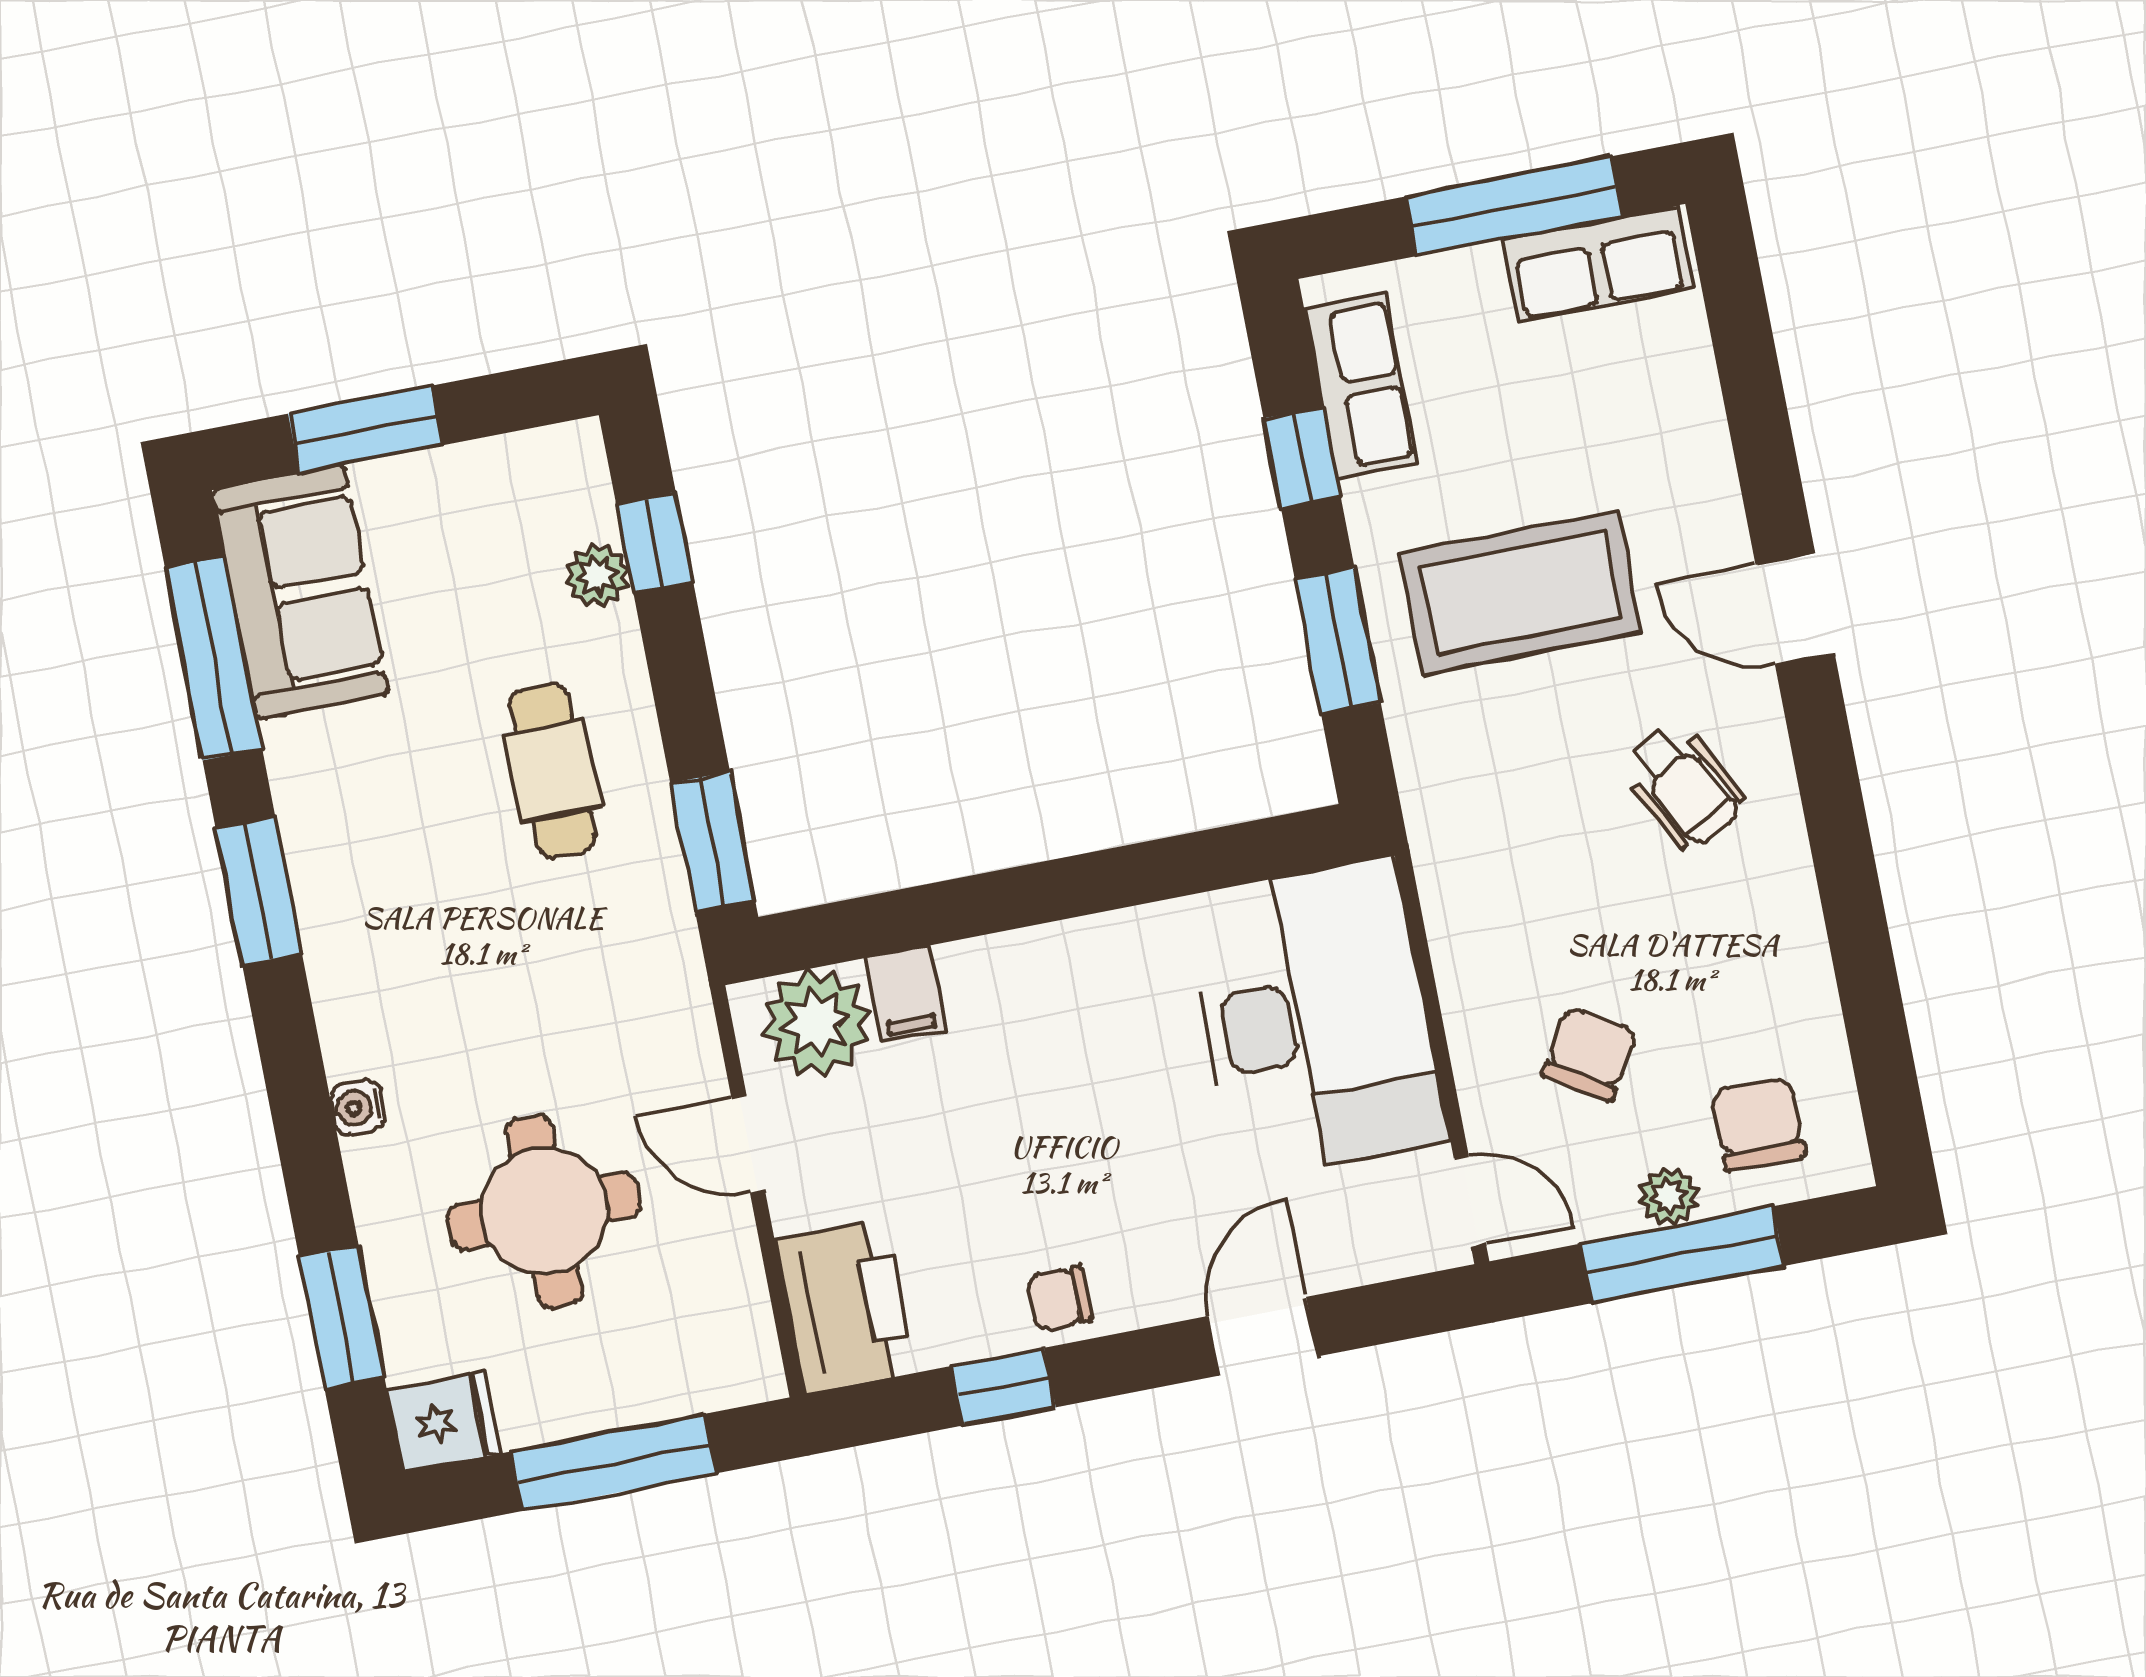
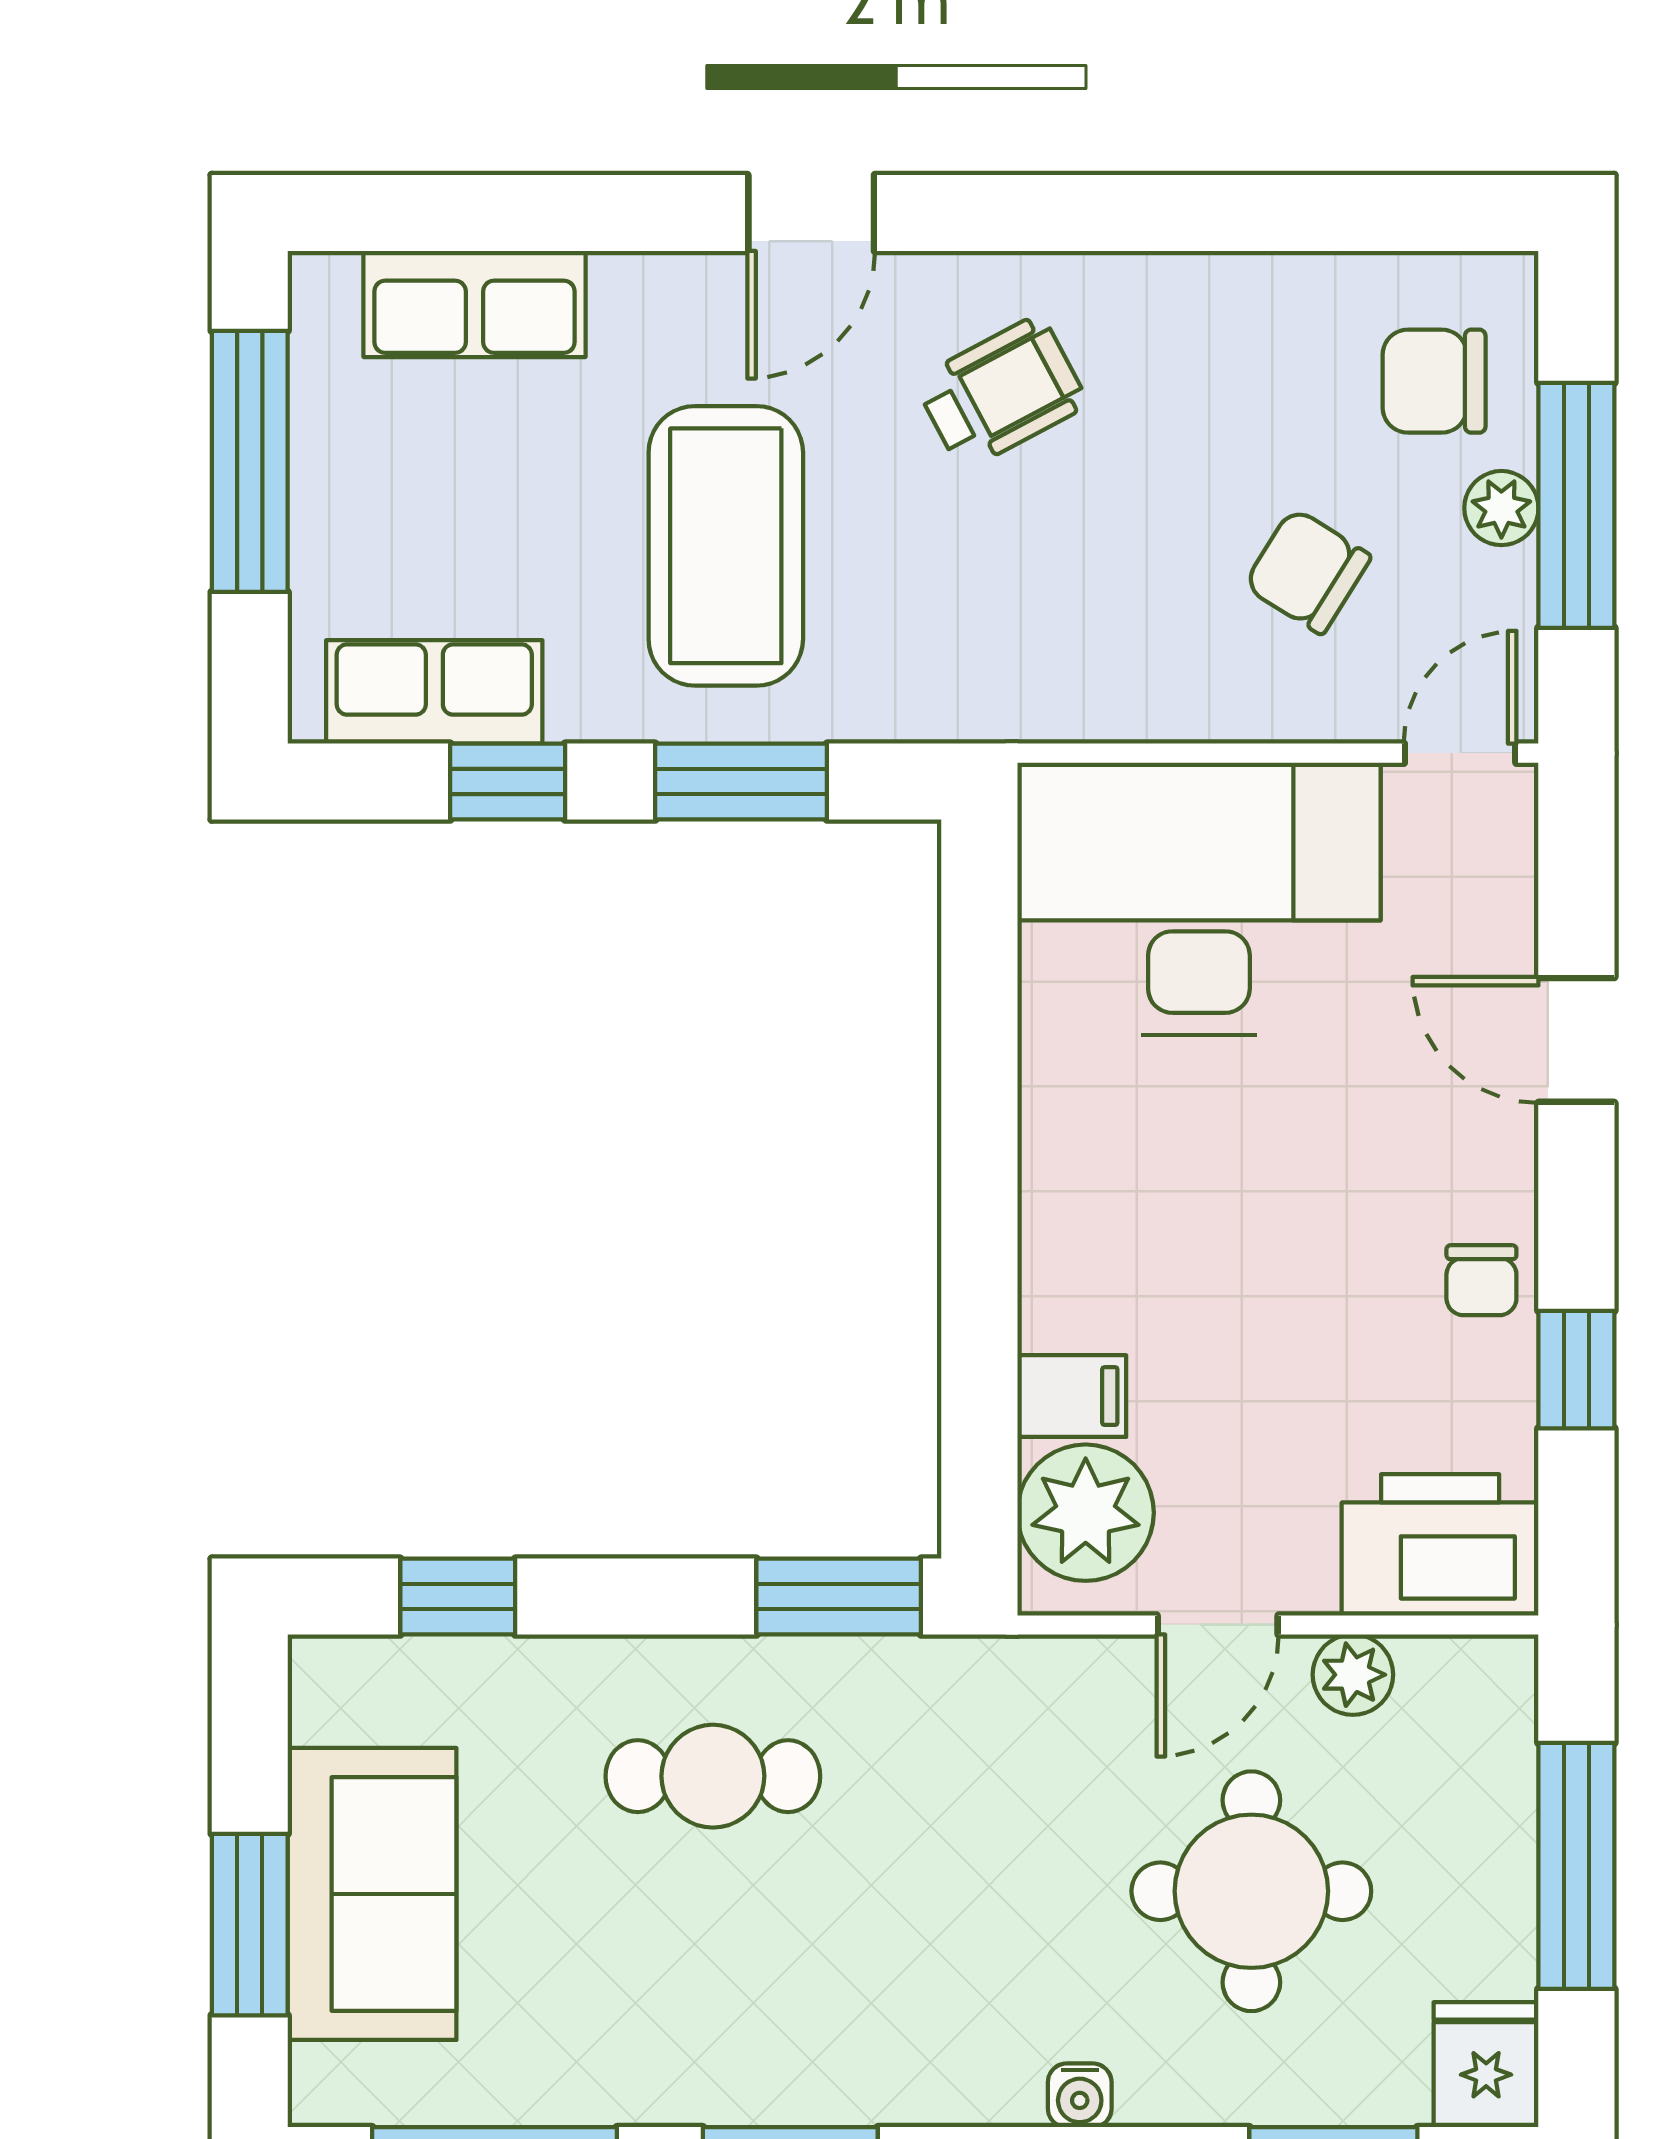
row of seats: (1598, 264) -> (474, 304), moved, turned 90
plant: (597, 575) -> (1353, 1675), moved
sofa: (300, 592) -> (372, 1894), moved, turned 90

